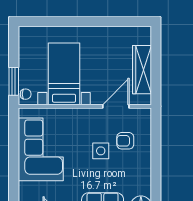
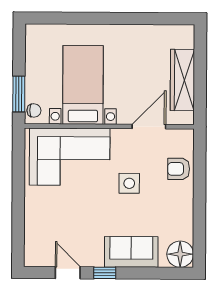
armchair: (125, 141) -> (179, 169), moved
corner sofa: (41, 149) -> (70, 157), moved, turned 90

